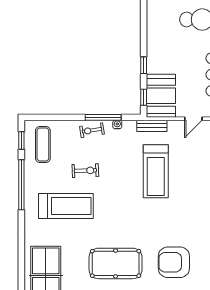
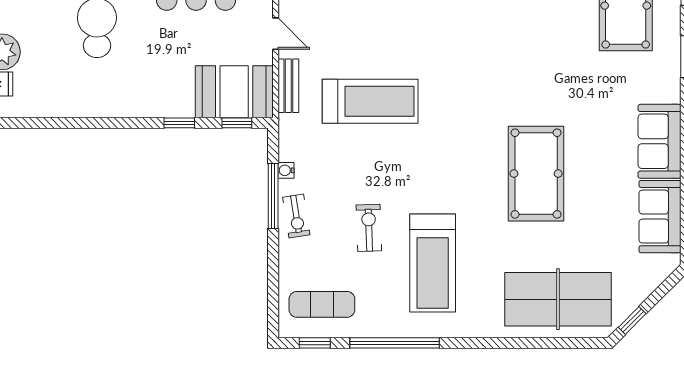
bench: (152, 126) -> (288, 86), moved
treadmill: (66, 206) -> (433, 263), turned 180
armchair: (174, 262) -> (534, 68), removed

